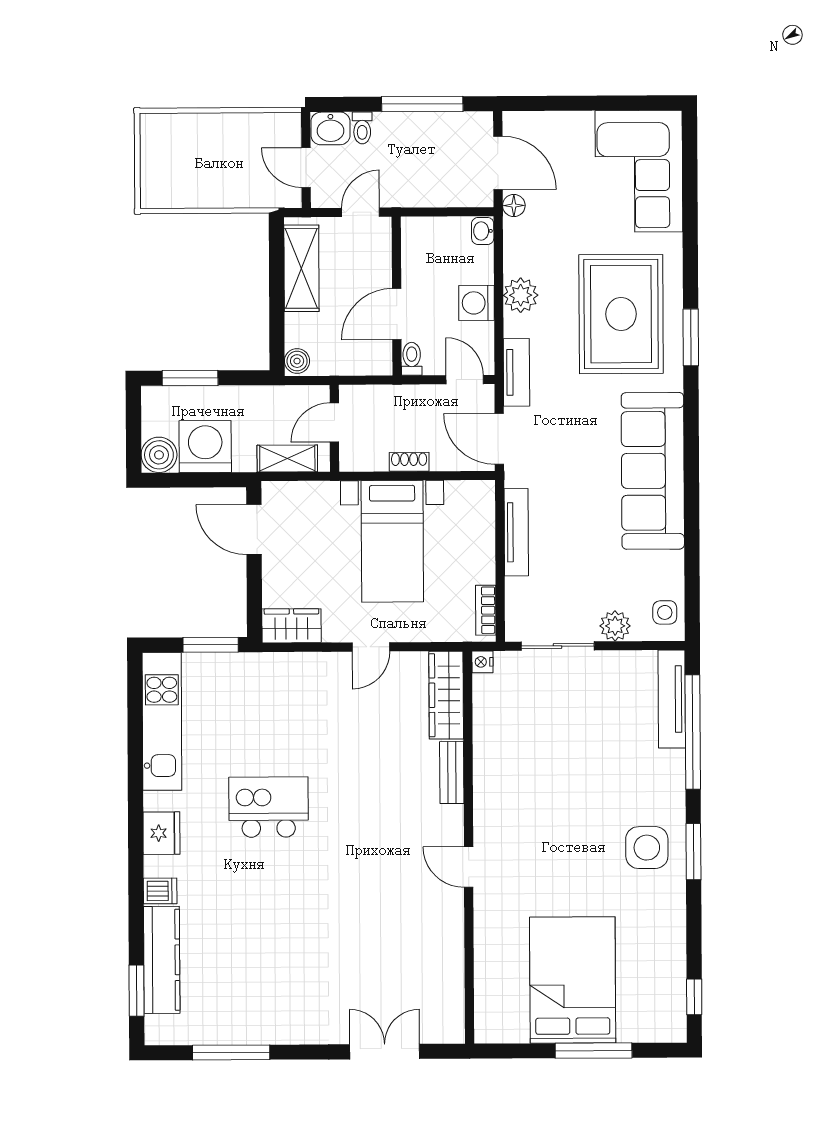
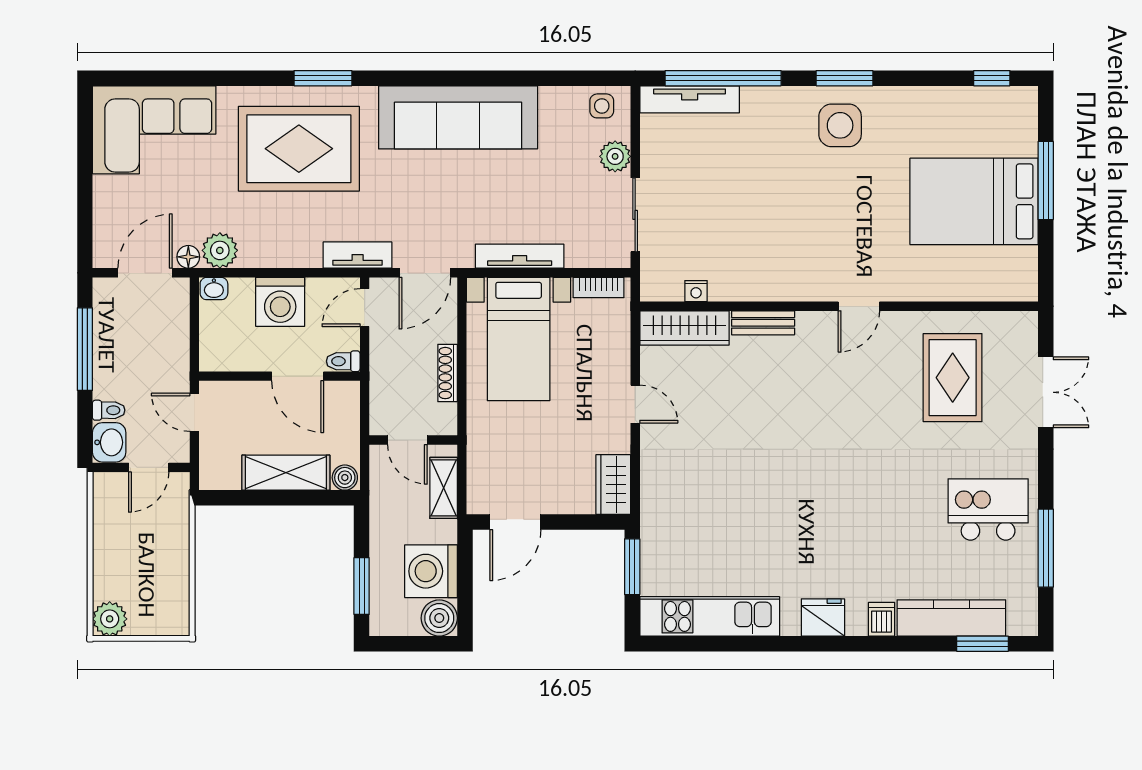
plant: (156, 130) -> (110, 619), added
shelving: (301, 268) -> (286, 473), moved
plant: (521, 295) -> (220, 250), moved
washing machine: (477, 303) -> (280, 302), width x1.37, depth x1.37
shoe rack: (409, 462) -> (448, 373), width x1.43
bed with nightstands: (392, 541) -> (519, 339), moved, turned 90
nightstand: (482, 662) -> (696, 291), moved
kitchen island: (269, 807) -> (988, 509), moved, turned 90
rug: (399, 960) -> (953, 378), added
double door: (385, 1052) -> (1046, 392), swing flipped

